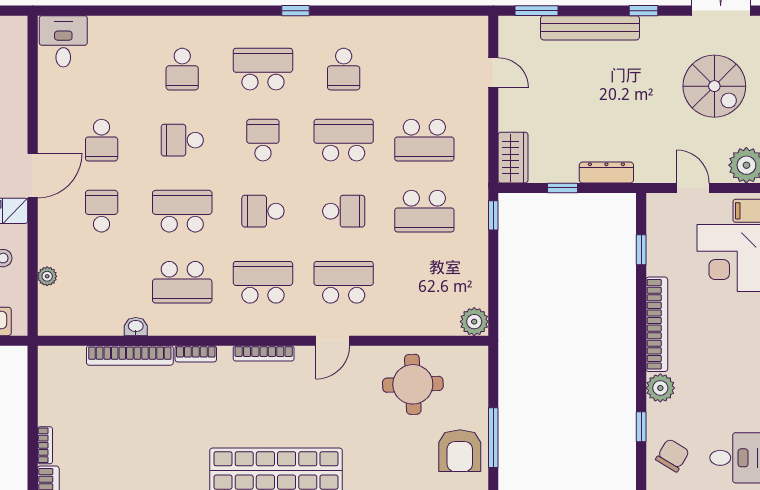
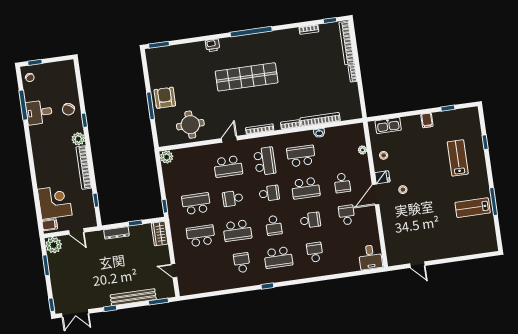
spiral stairs: (714, 86) -> (73, 279), removed
school desk: (263, 282) -> (265, 161), turned -90

